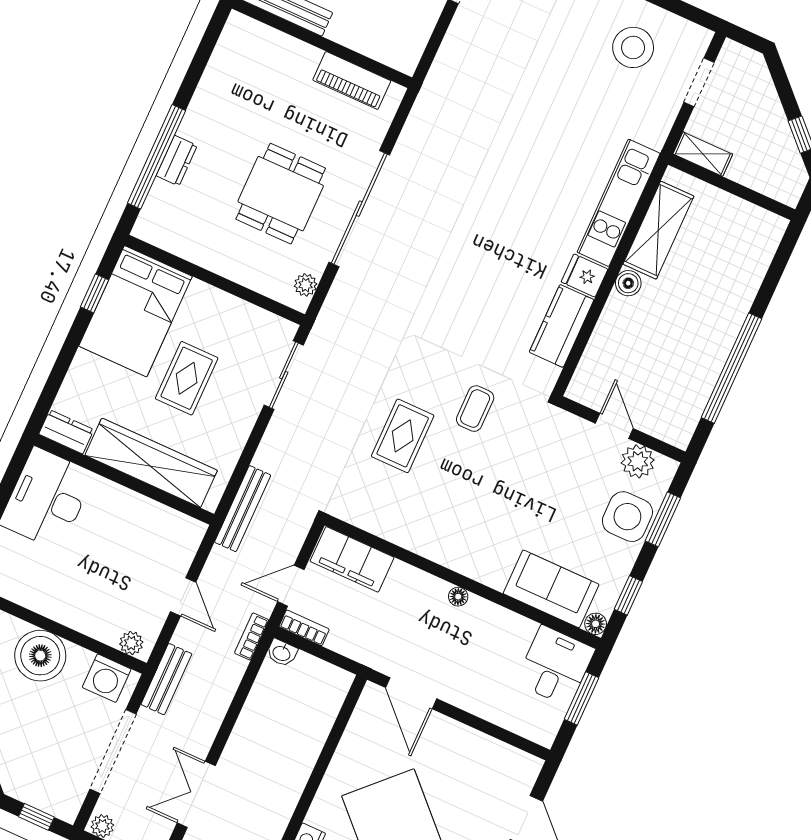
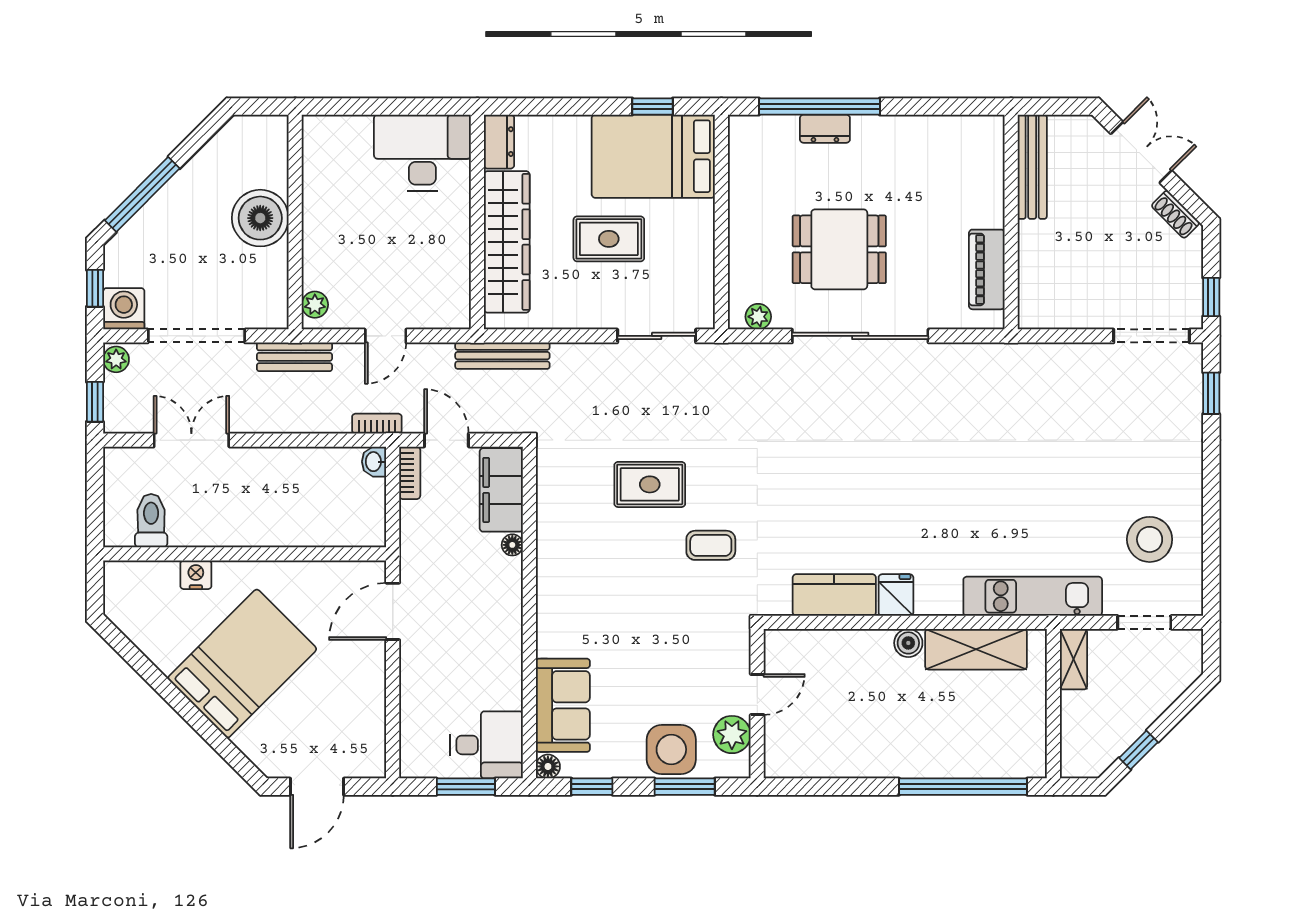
kitchen unit: (619, 203) -> (1033, 596), moved
window: (731, 368) -> (963, 787), moved
floor lamp: (458, 597) -> (512, 545), moved
washing machine: (107, 678) -> (124, 309), moved, turned 90

